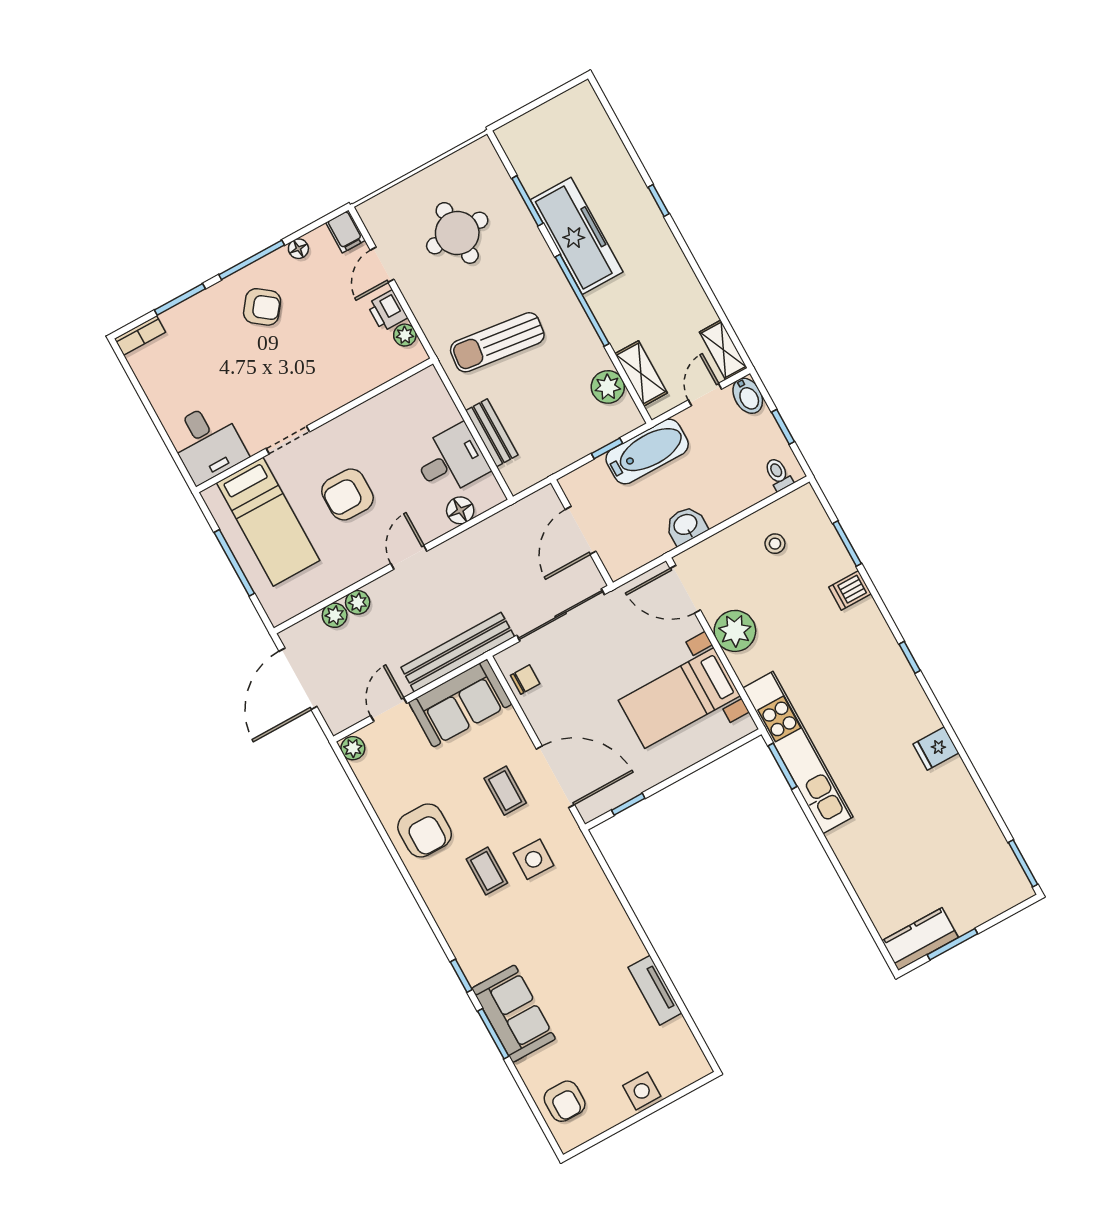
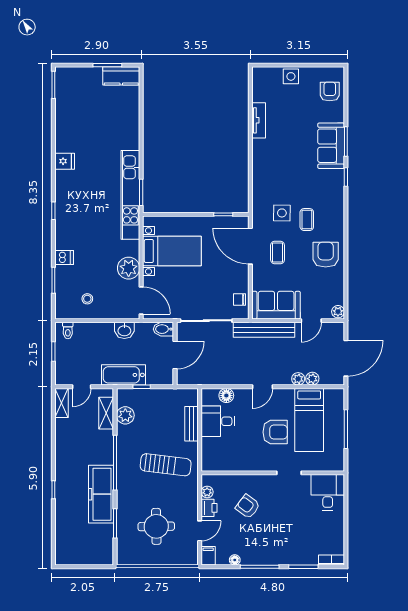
armchair: (262, 307) -> (248, 506), moved
bidet: (748, 396) -> (163, 329), moved, turned -90
bed: (268, 522) -> (309, 420), moved, turned 180

